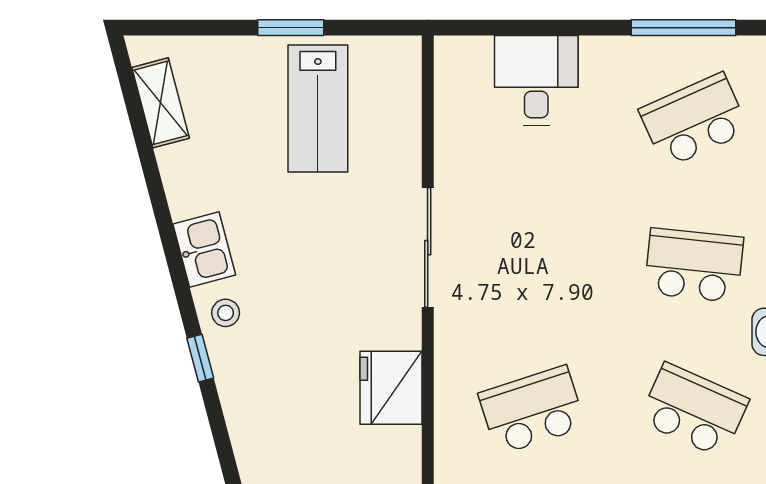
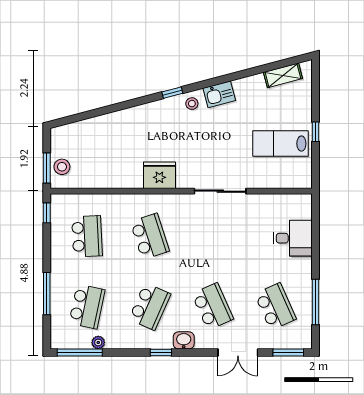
window: (291, 28) -> (316, 132), width x0.67
school desk: (694, 265) -> (213, 306), turned -30

